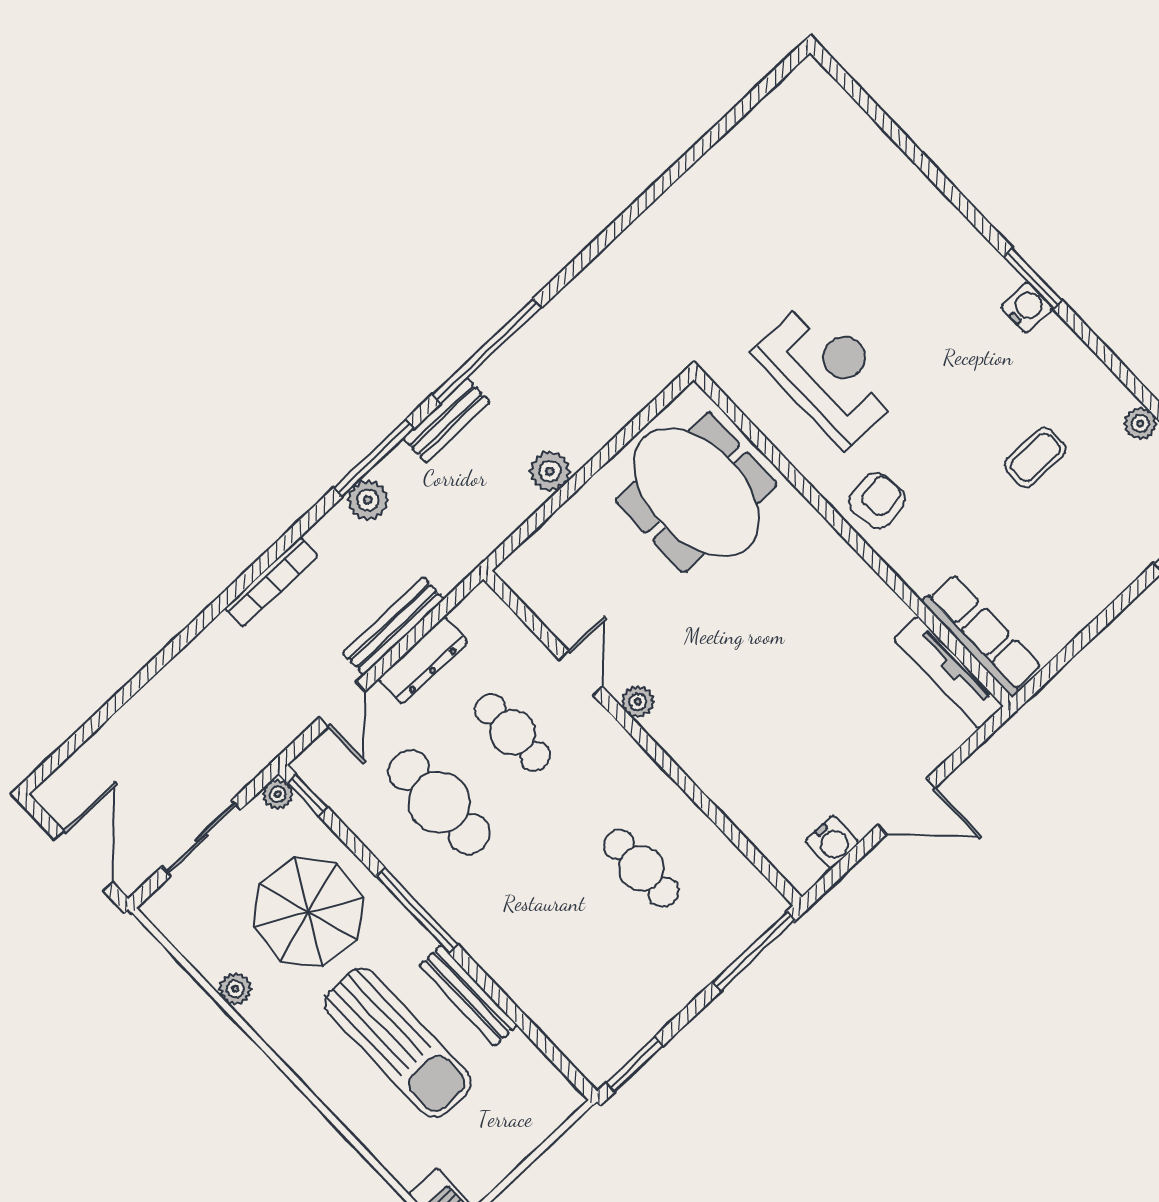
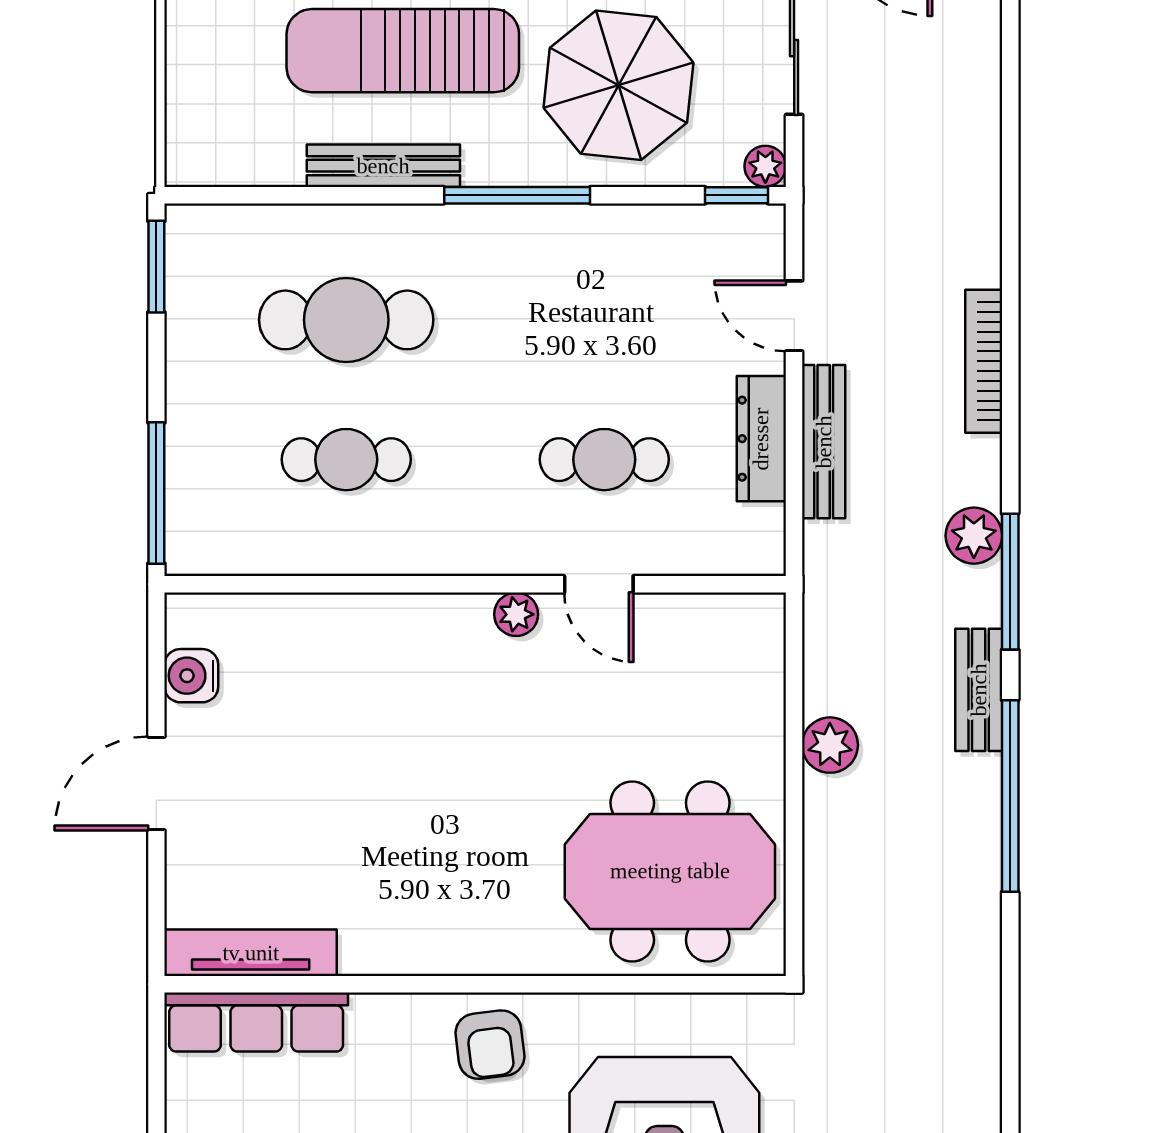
cafe table: (439, 802) -> (346, 320), moved

